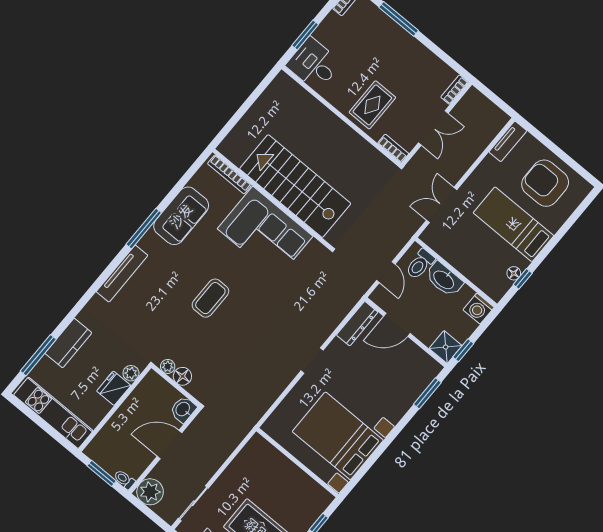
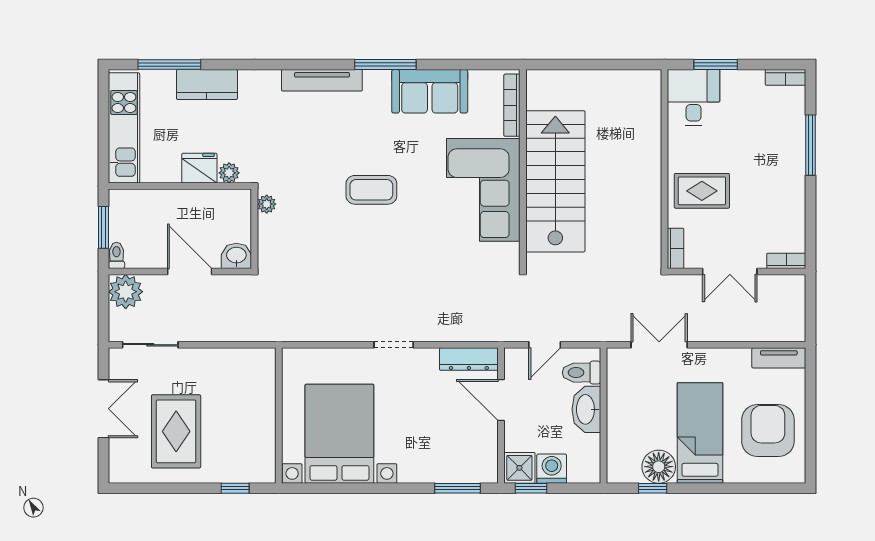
floor lamp: (514, 273) -> (659, 467), width x1.89, depth x1.89
washing machine: (479, 309) -> (552, 469), moved, turned 90
floor lamp: (182, 376) -> (269, 227), removed

